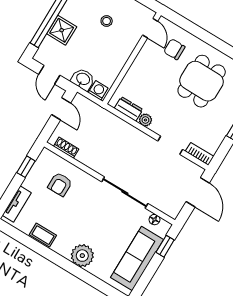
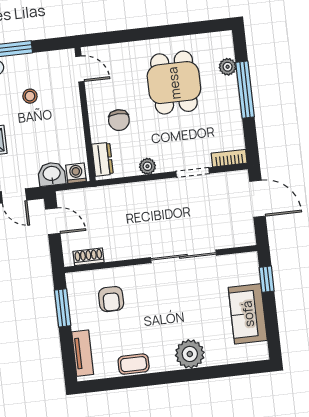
chair: (174, 49) -> (119, 120), moved, turned -90
dresser: (129, 109) -> (102, 159), moved, turned 90
window: (26, 167) -> (63, 308), width x1.50
floor lamp: (154, 220) -> (235, 260), removed
sofa: (137, 258) -> (248, 314), width x0.73

